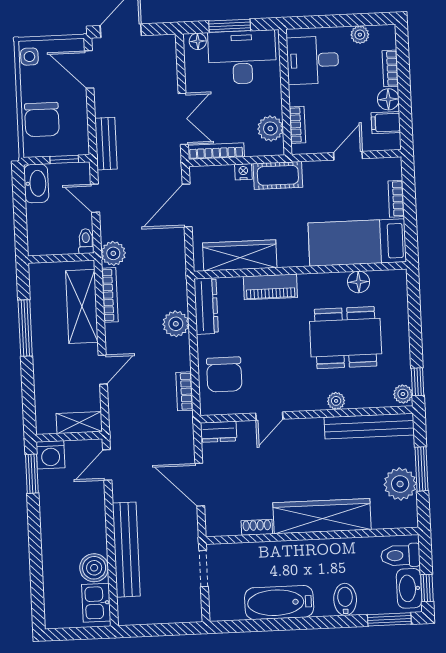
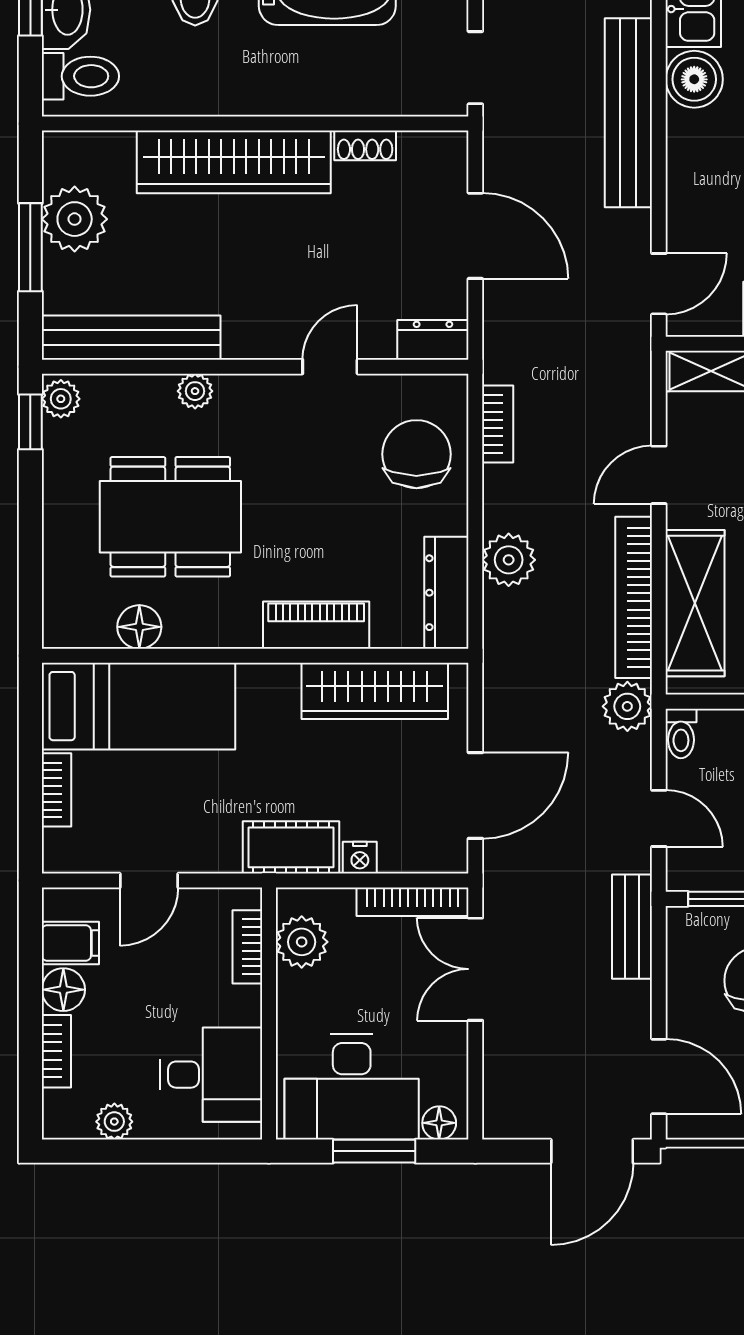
bookcase: (110, 295) -> (634, 597), width x1.48, depth x1.31

